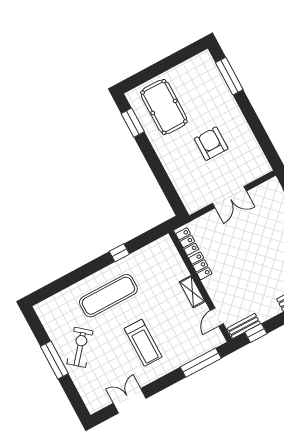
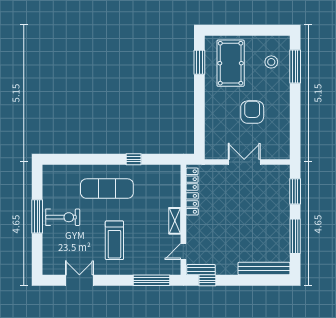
stool: (203, 84) -> (271, 62), added
double door: (229, 197) -> (244, 162), swing flipped
exercise bike: (80, 347) -> (63, 217), turned 50

